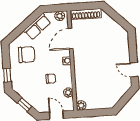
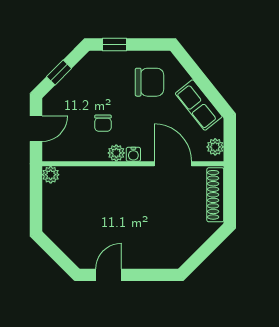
chair: (27, 55) -> (149, 82), turned -90
plant: (68, 93) -> (116, 153), moved

